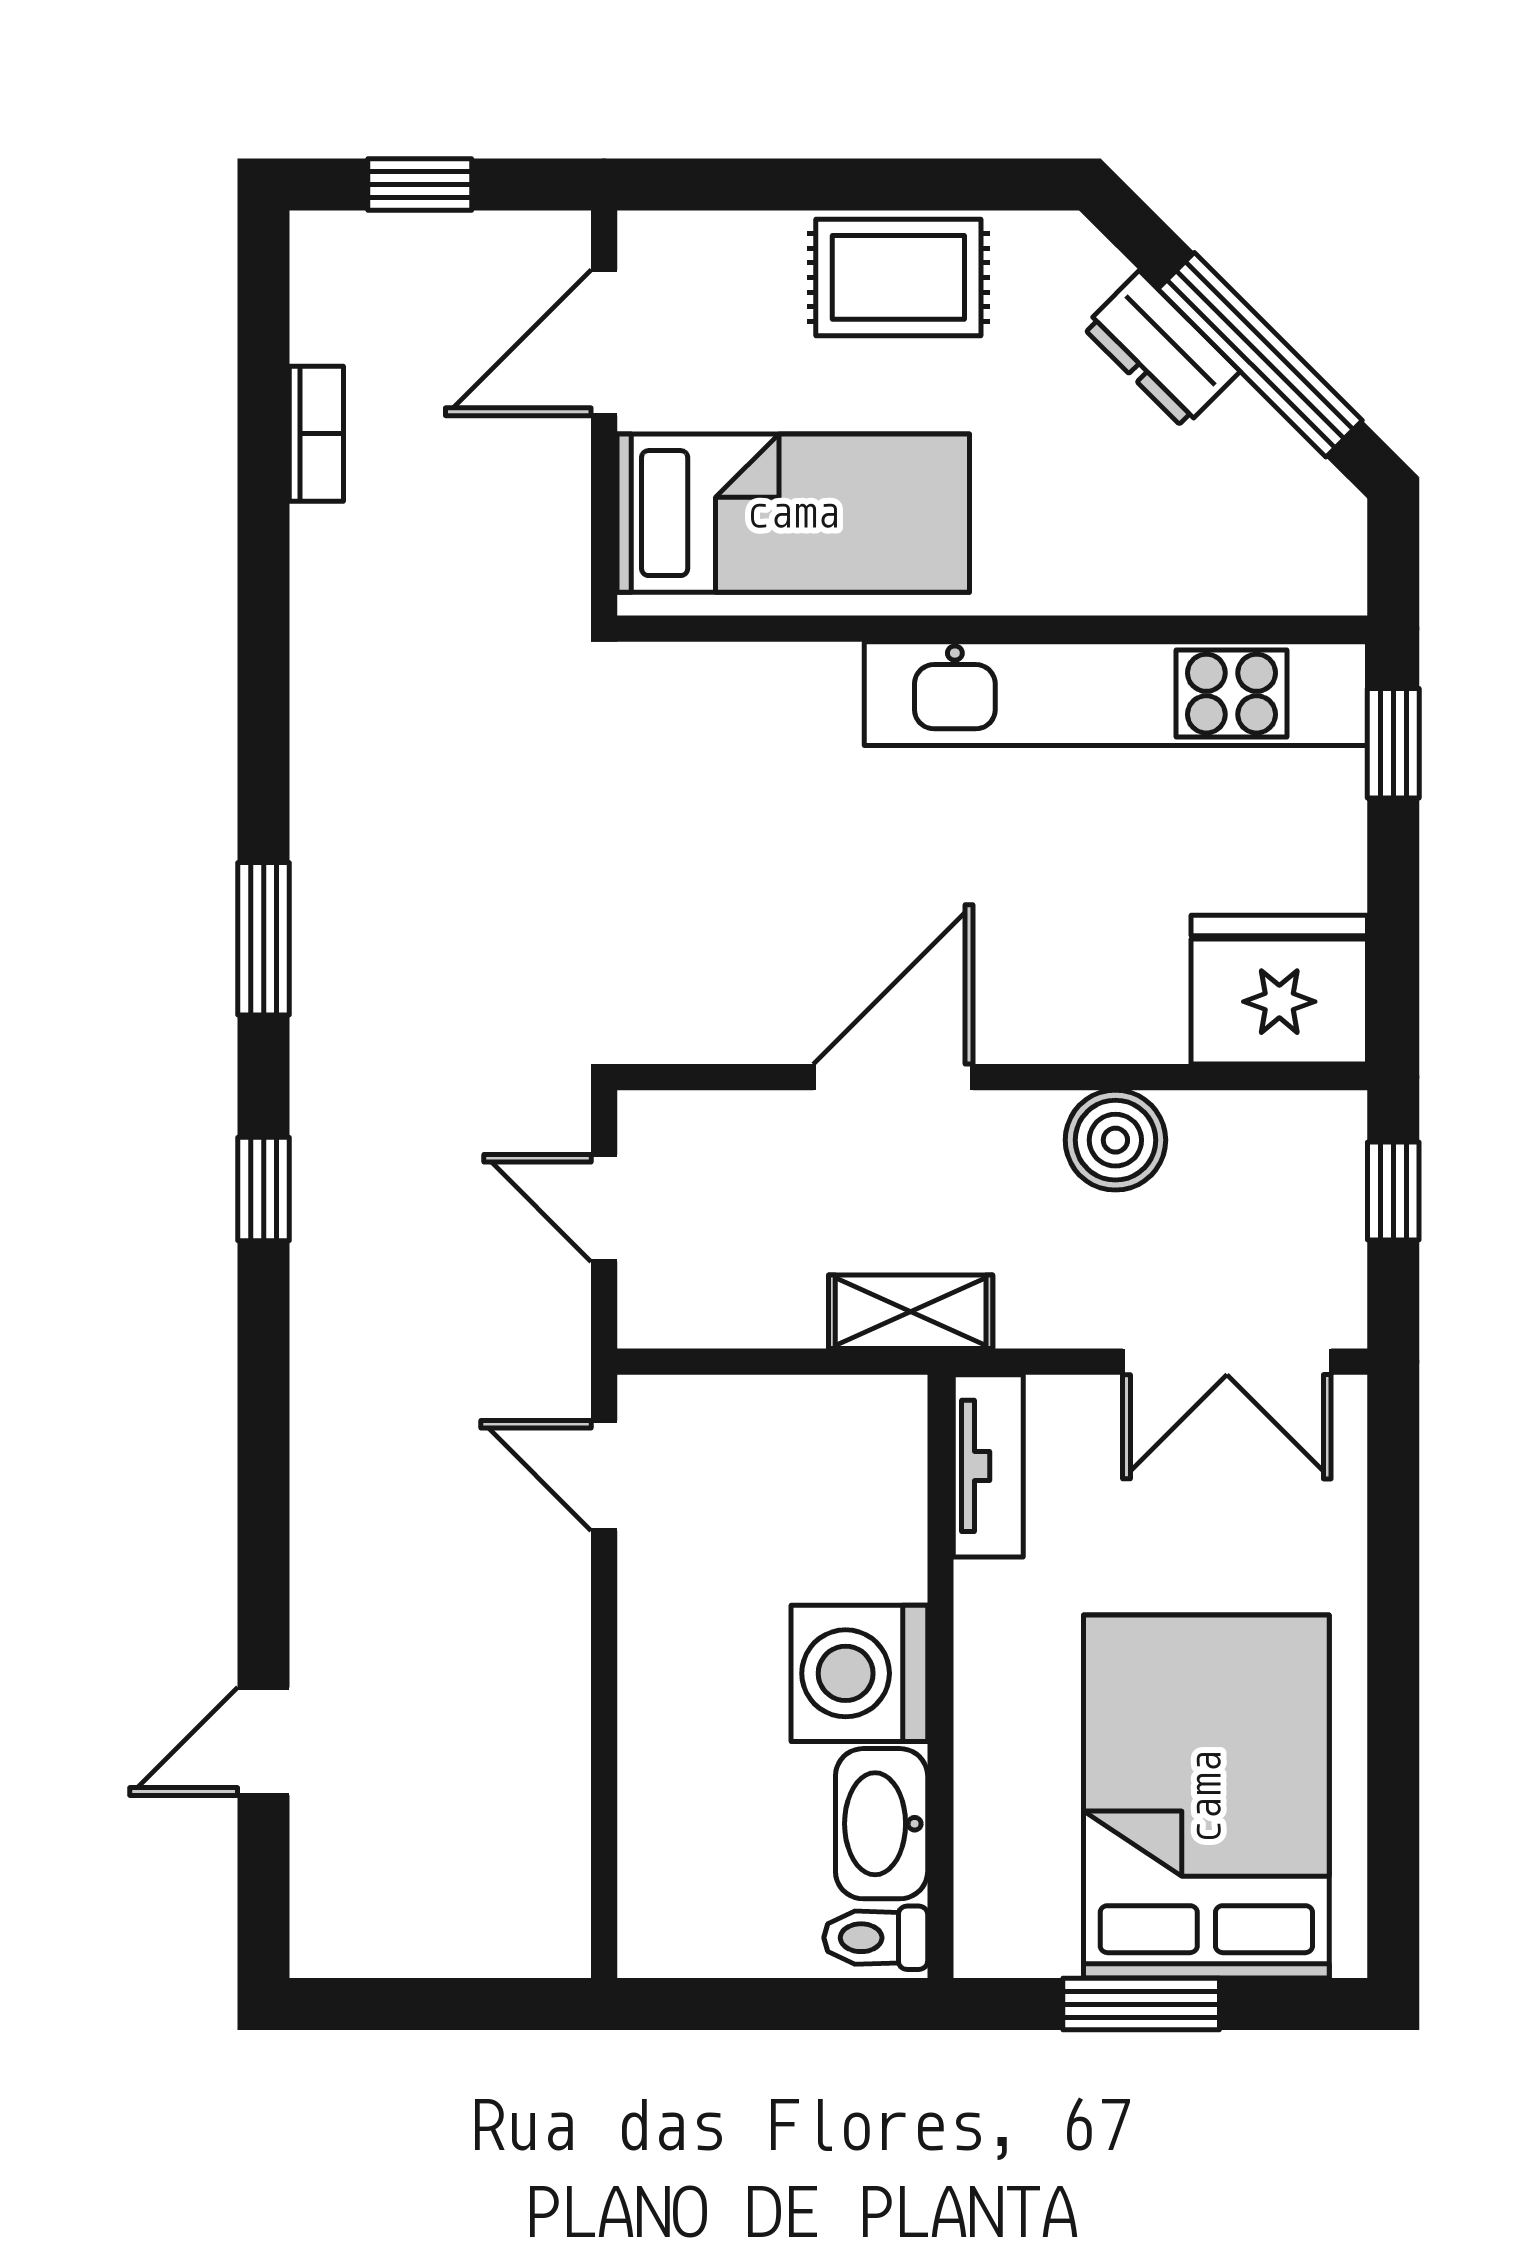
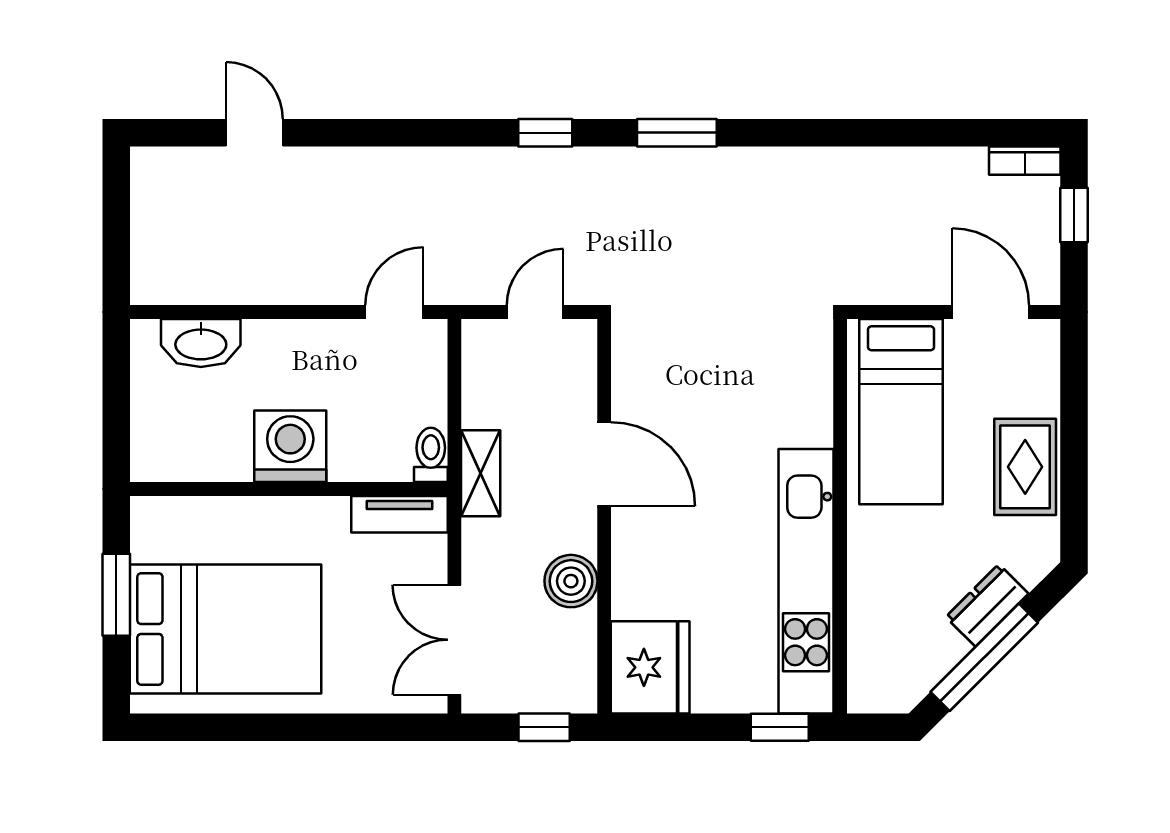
bookcase: (316, 434) -> (1025, 161), moved
washbasin: (882, 1824) -> (201, 343), moved, turned 180
toilet: (876, 1938) -> (431, 455), moved

